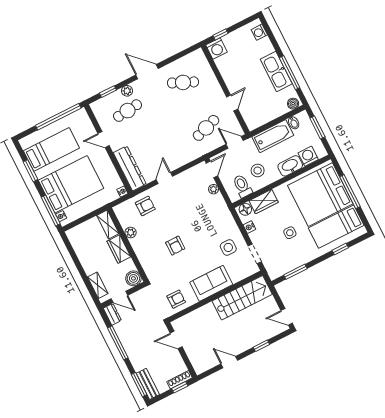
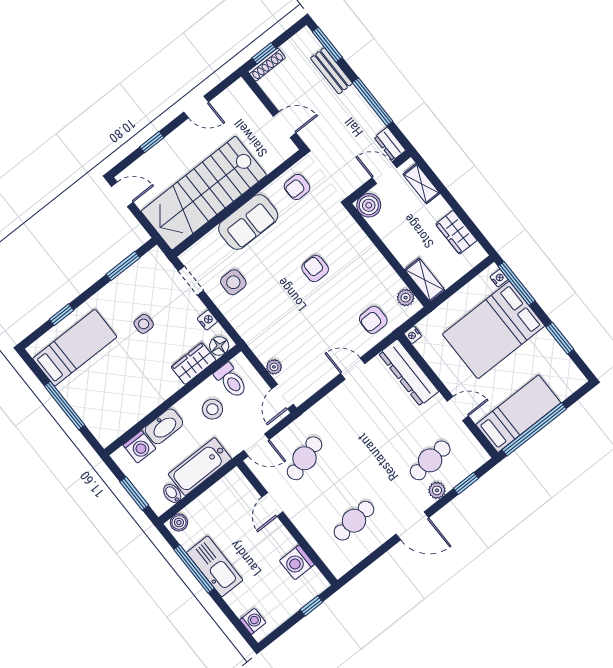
washing machine: (216, 48) -> (297, 562), moved, turned -90
cafe table: (183, 82) -> (354, 521), turned -30
bed: (51, 149) -> (518, 414), moved, turned 180
door: (164, 178) -> (353, 369), swing flipped
bed: (320, 195) -> (109, 392), removed
plant: (131, 233) -> (406, 298), moved
wardrobe: (119, 249) -> (456, 232), moved, turned 180
stairs: (242, 298) -> (204, 193), width x1.36, depth x1.51
bench: (148, 384) -> (332, 71), moved

